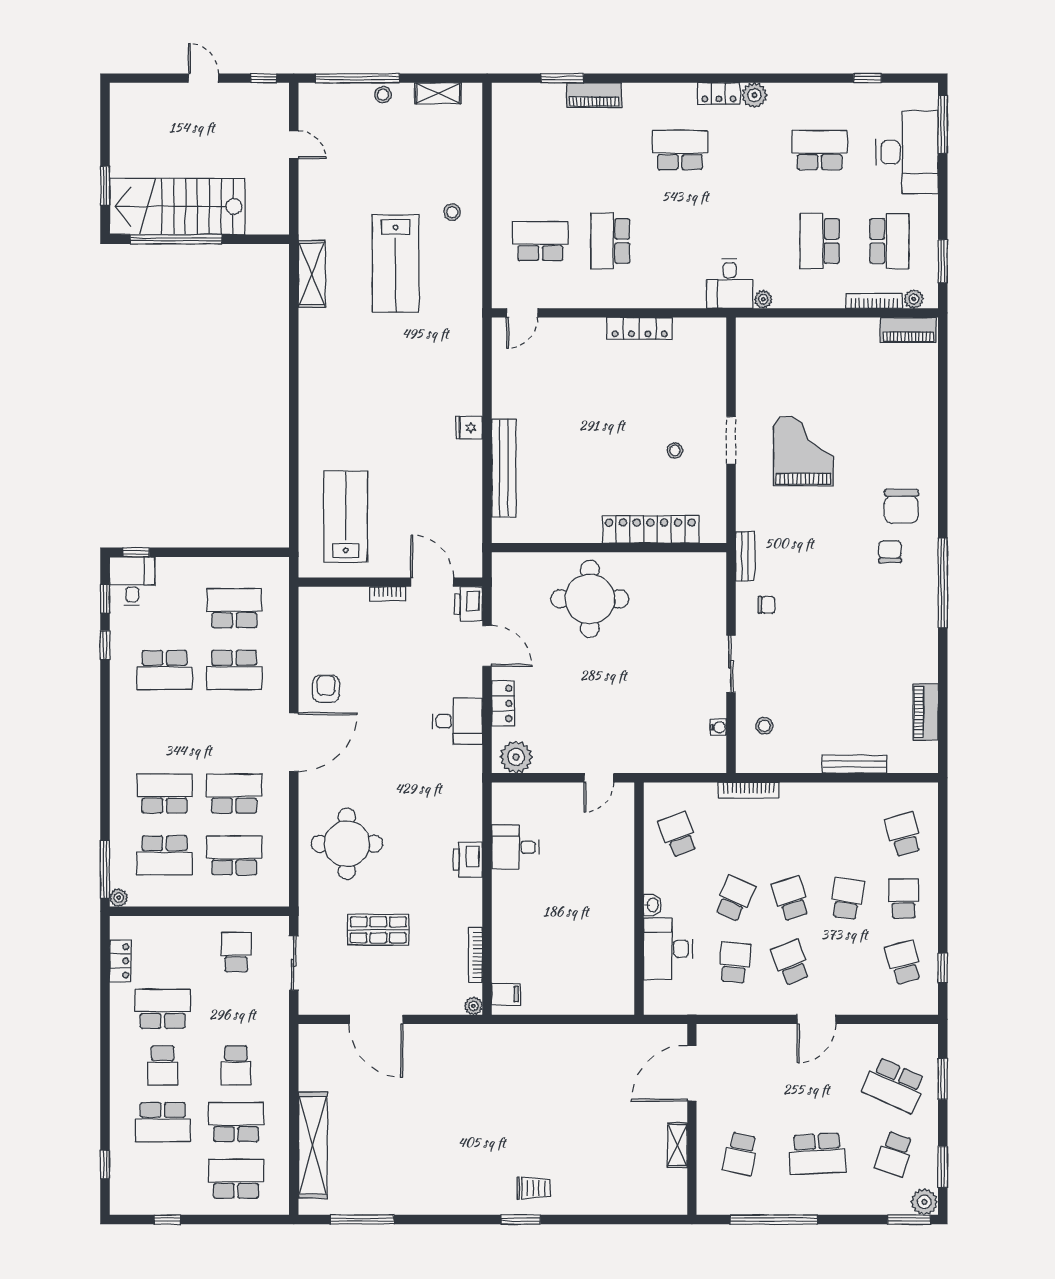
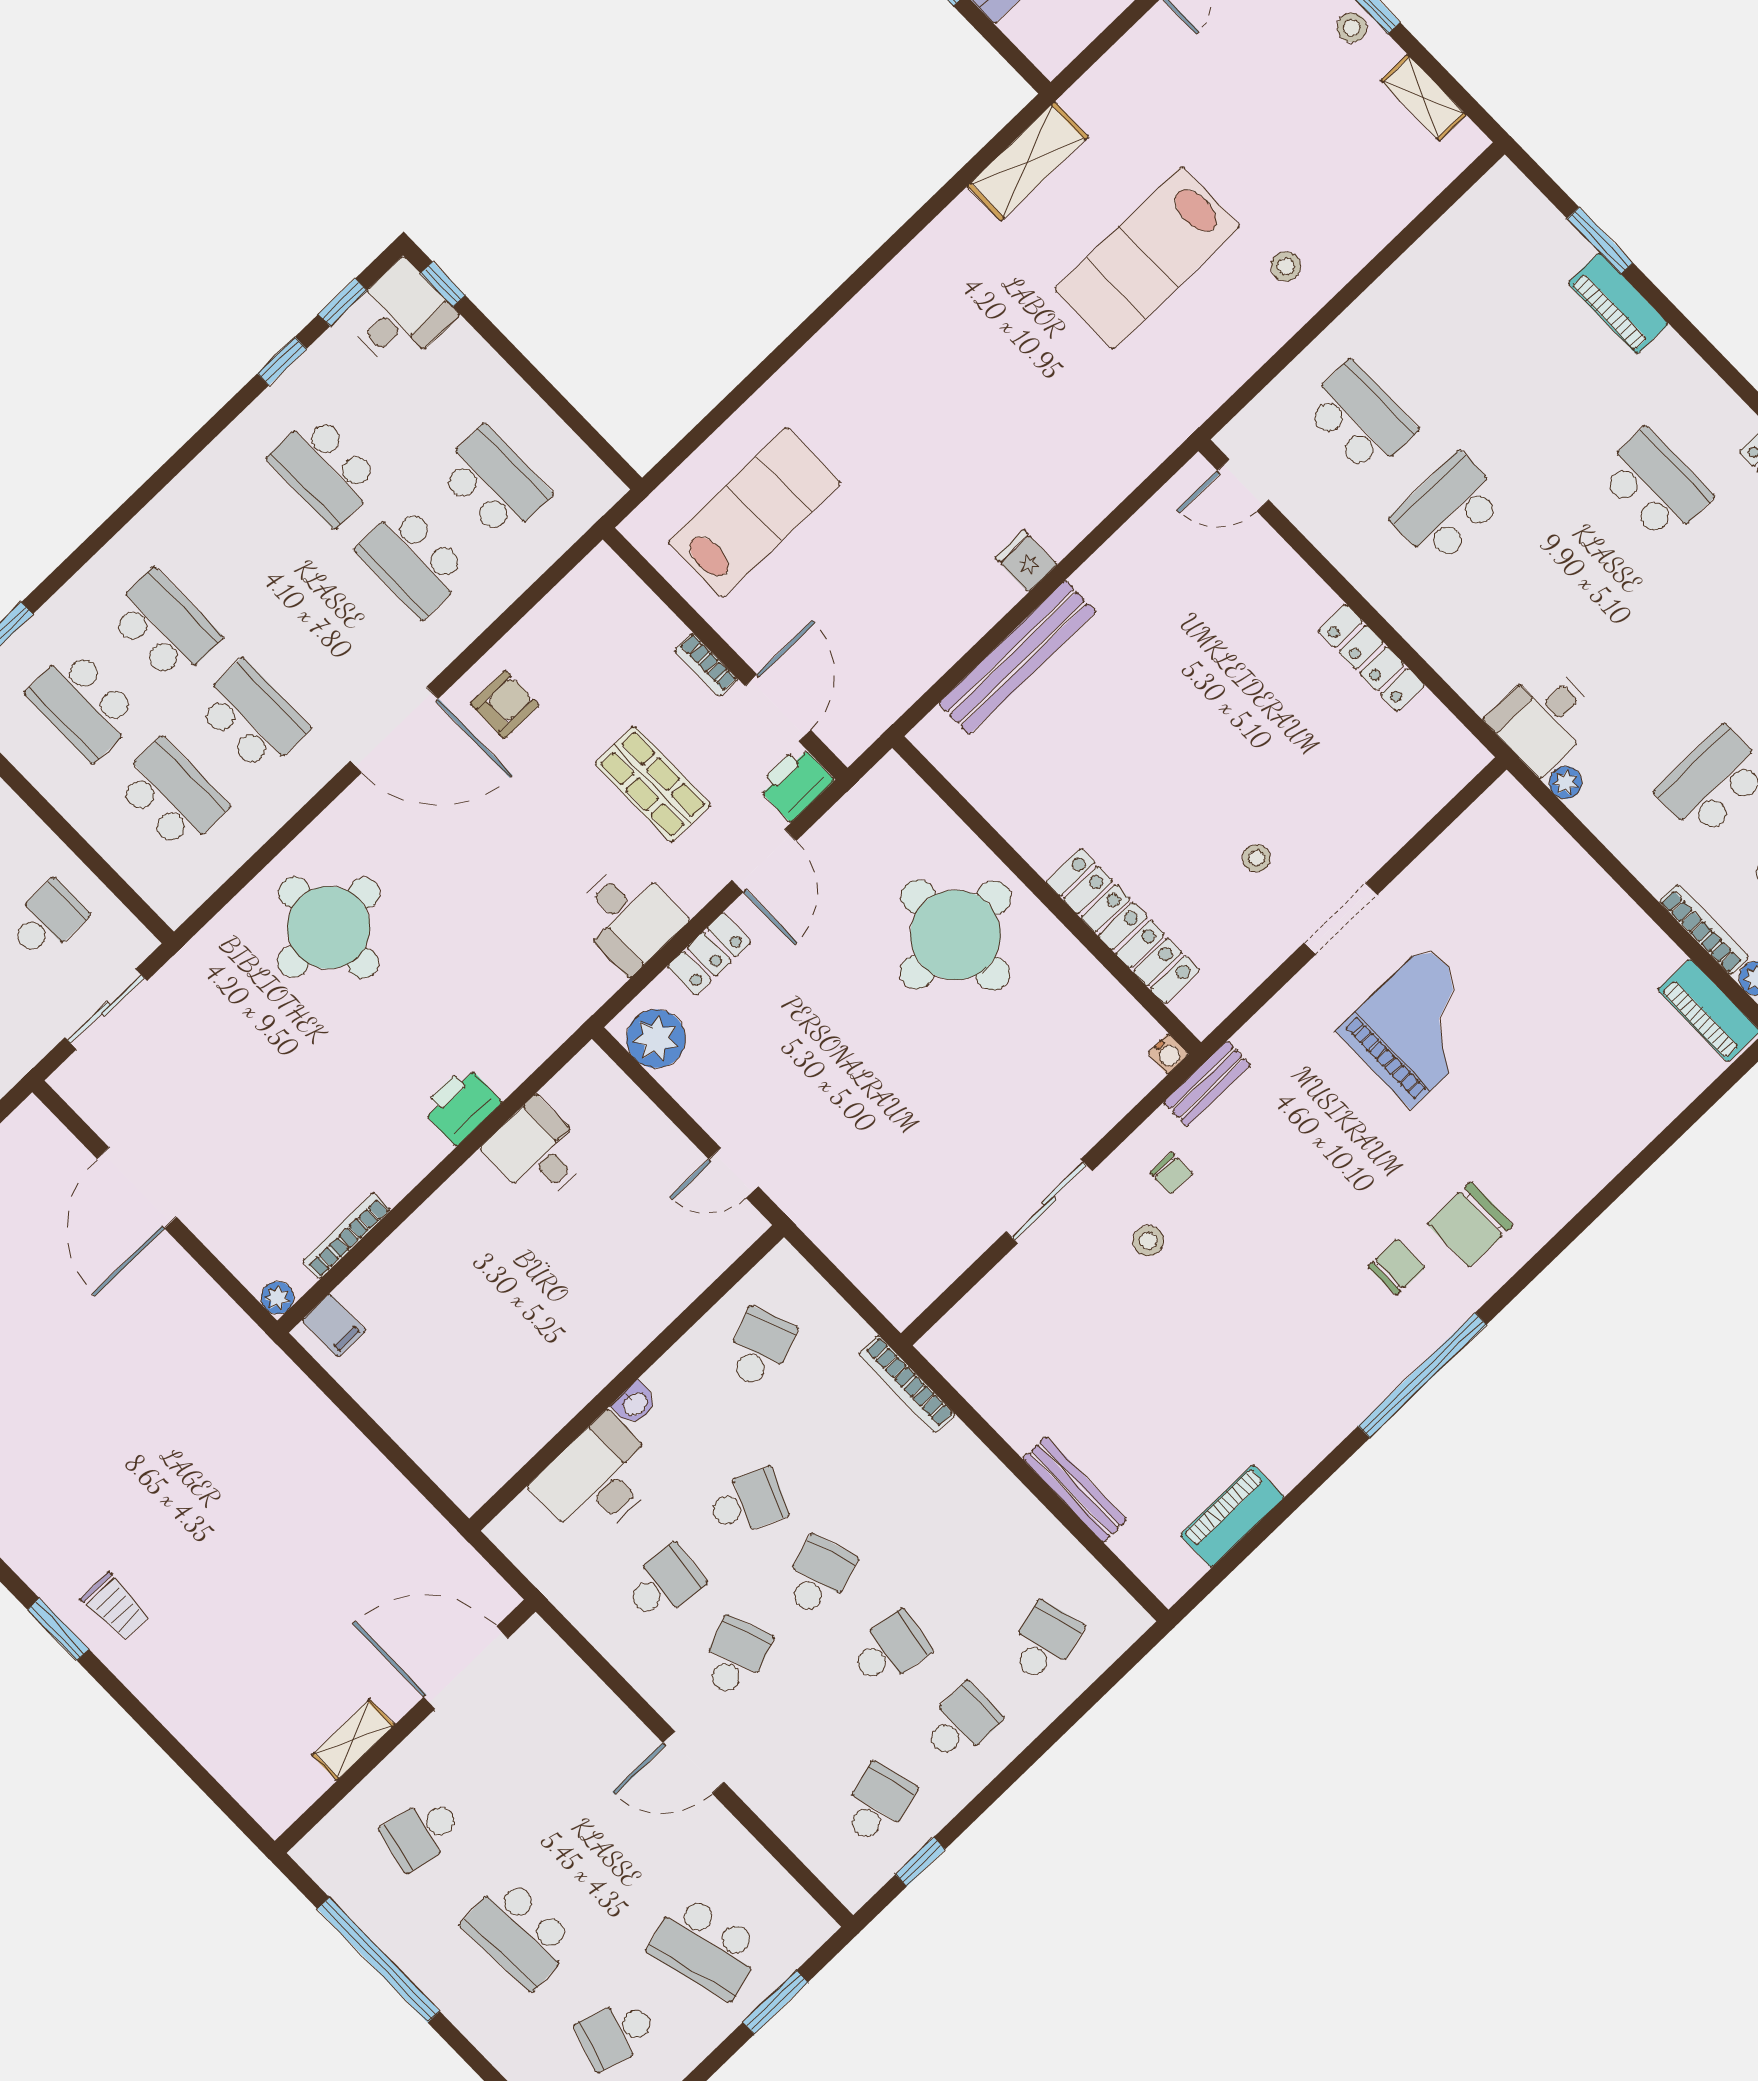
stool: (764, 726) -> (1148, 1241), moved
water cooler: (718, 727) -> (1168, 1054), moved
shop shelf: (378, 930) -> (653, 784), moved
school desk: (894, 1085) -> (706, 1947), turned -39

